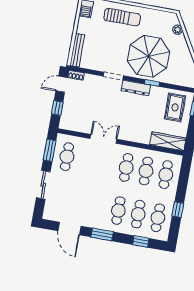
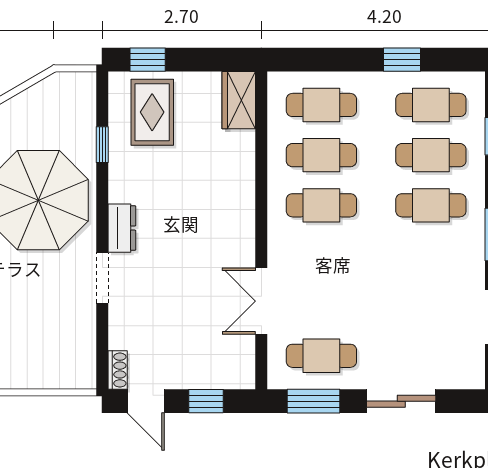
bench: (77, 50) -> (55, 378), removed
window: (152, 83) -> (102, 145), moved
dresser: (136, 88) -> (122, 228), width x0.70
rug: (175, 107) -> (152, 112), turned 90
double door: (103, 139) -> (261, 301), moved
wardrobe: (168, 141) -> (239, 100), width x0.67

